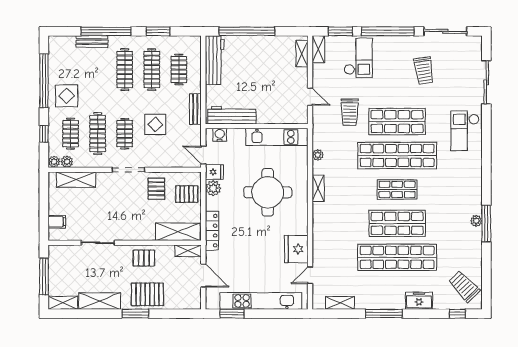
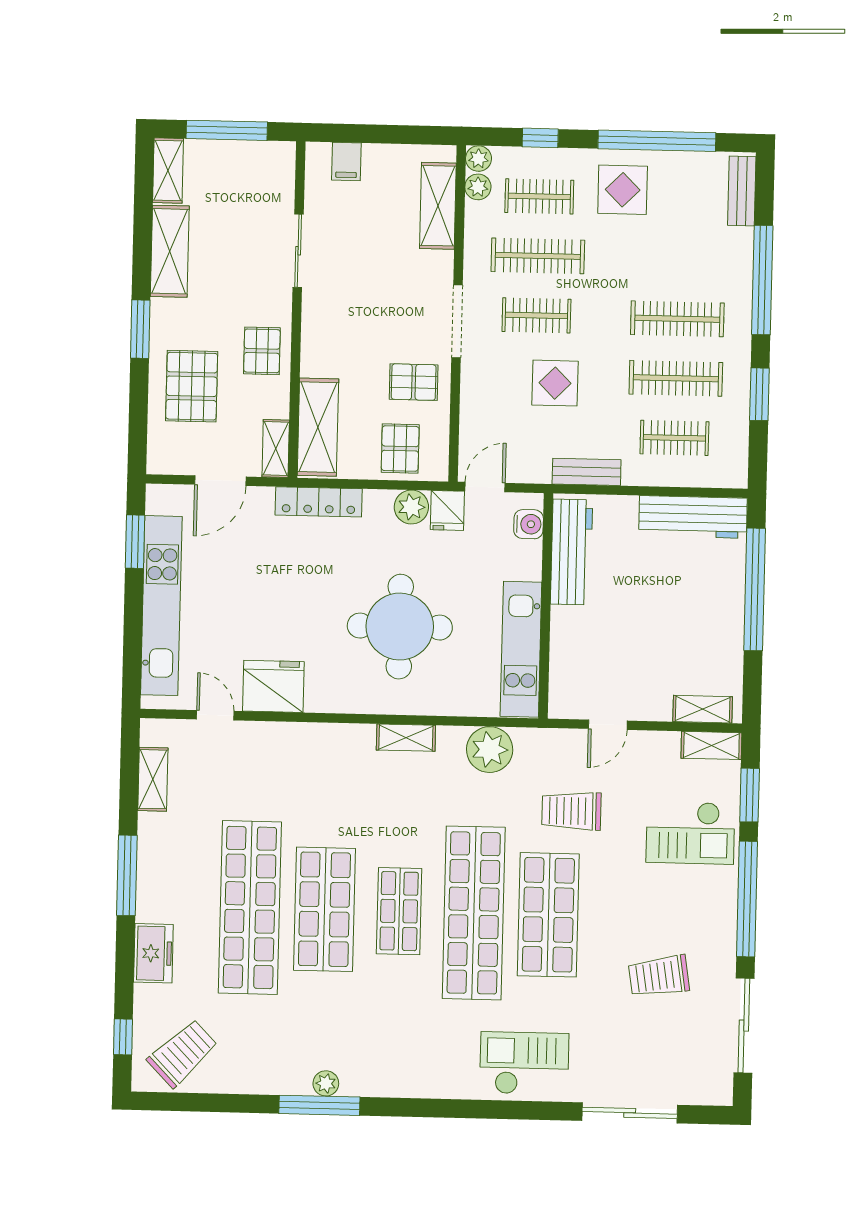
bench: (92, 42) -> (742, 191), moved
plant: (318, 155) -> (490, 750), width x1.88, depth x1.88
pallet: (148, 294) -> (192, 386), moved

